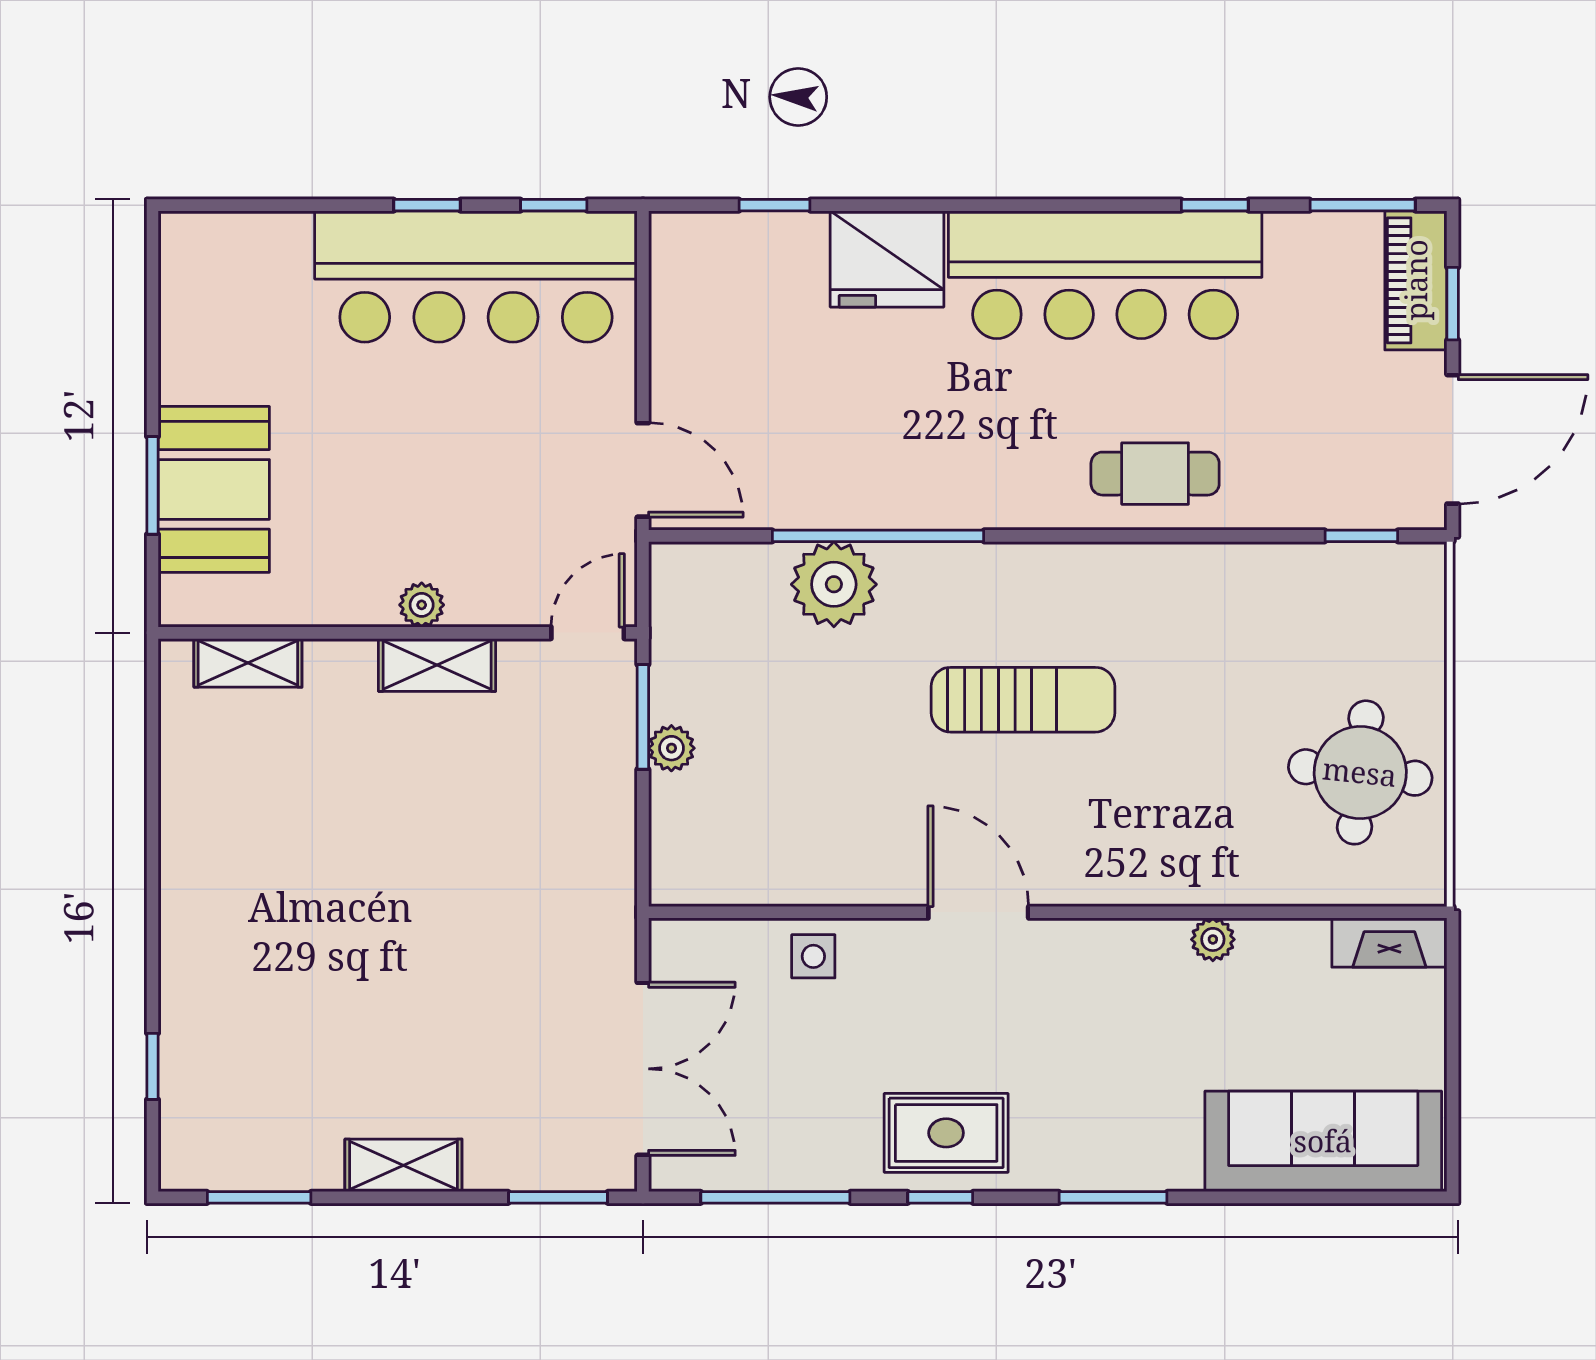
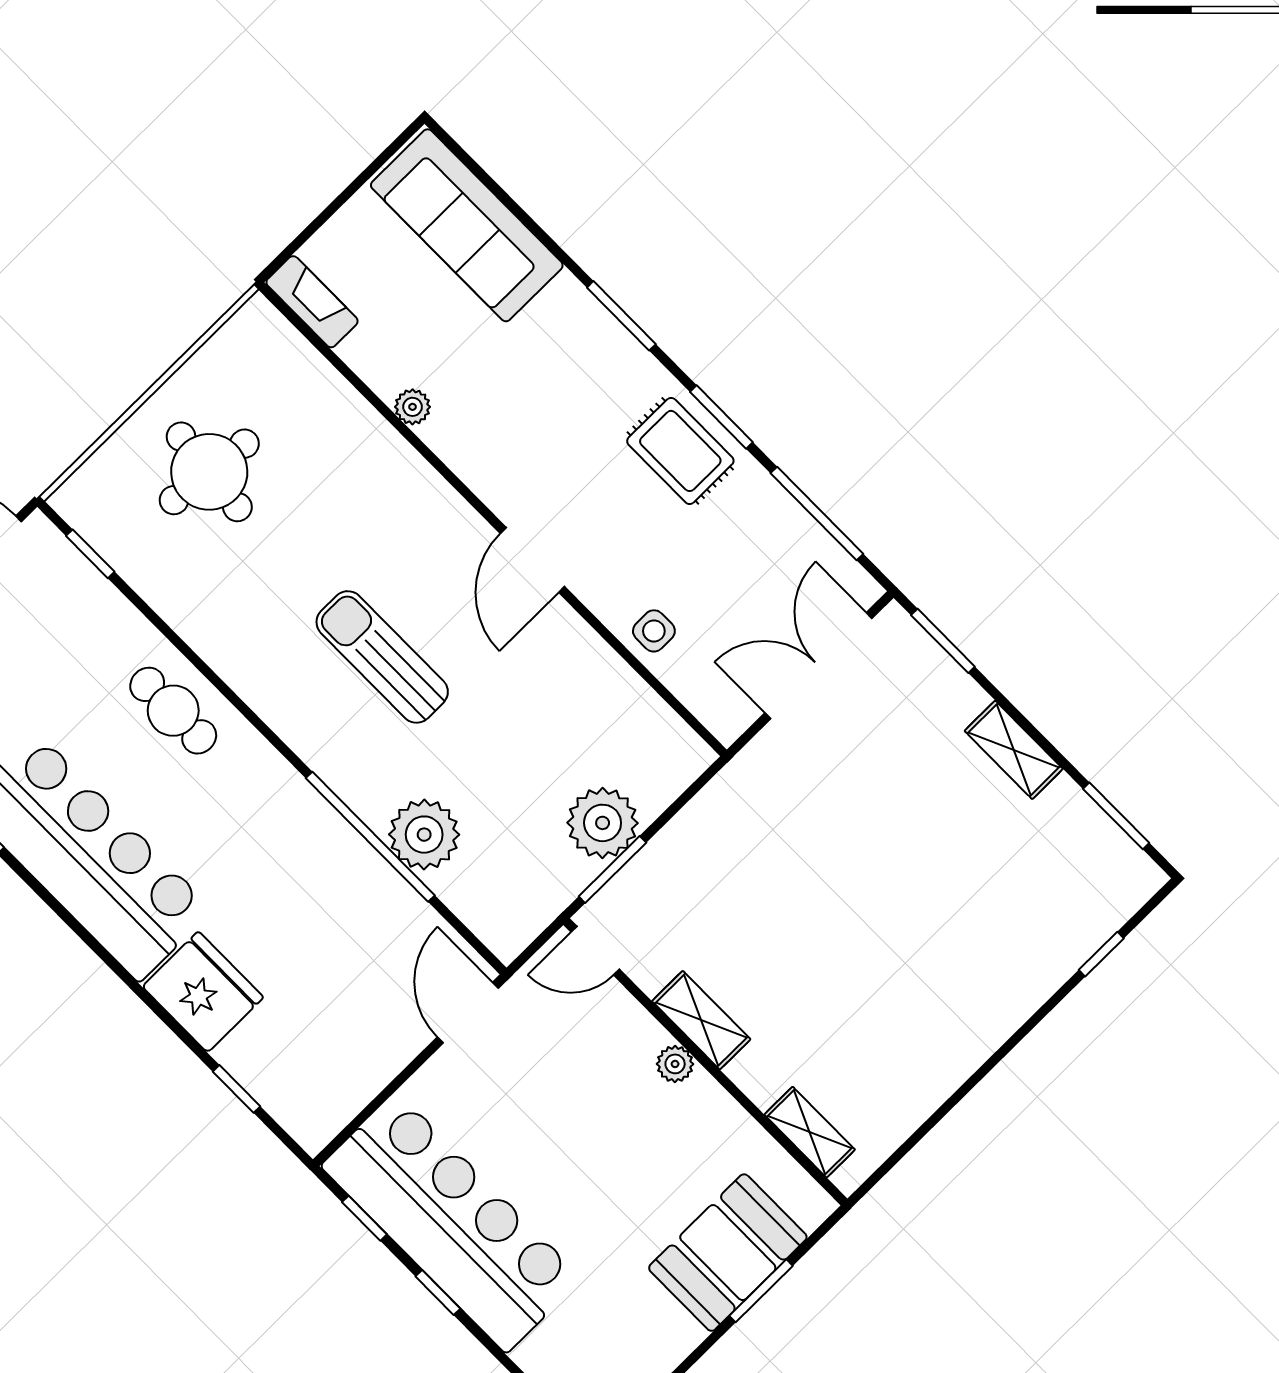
plant: (671, 748) -> (603, 823), width x1.88, depth x1.88
round table: (1360, 772) -> (209, 472), moved
window: (940, 1197) -> (721, 417), width x1.50

